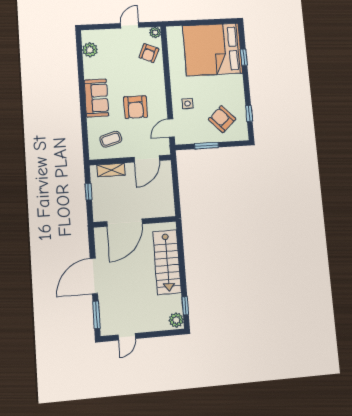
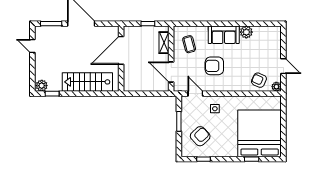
plant: (90, 50) -> (246, 32), moved
door: (125, 223) -> (121, 50), hinge flipped

